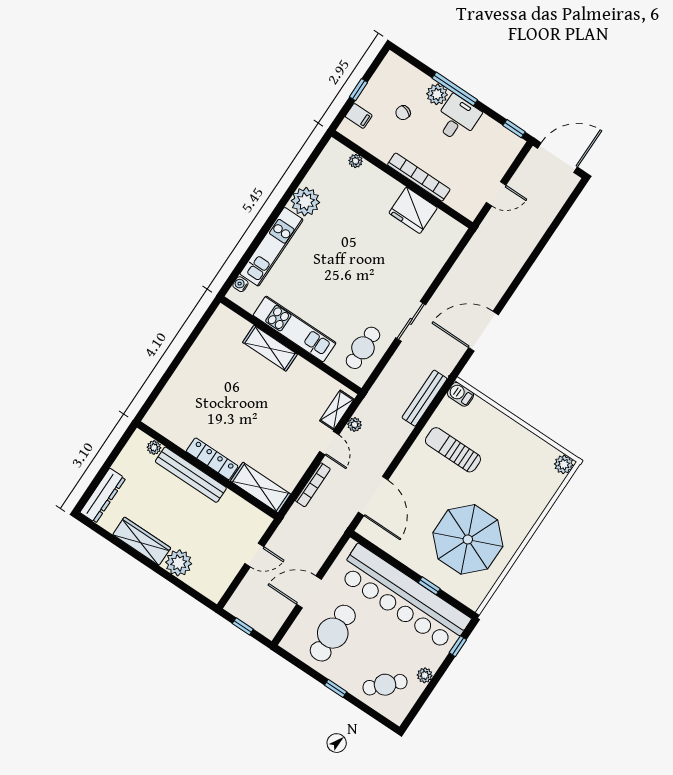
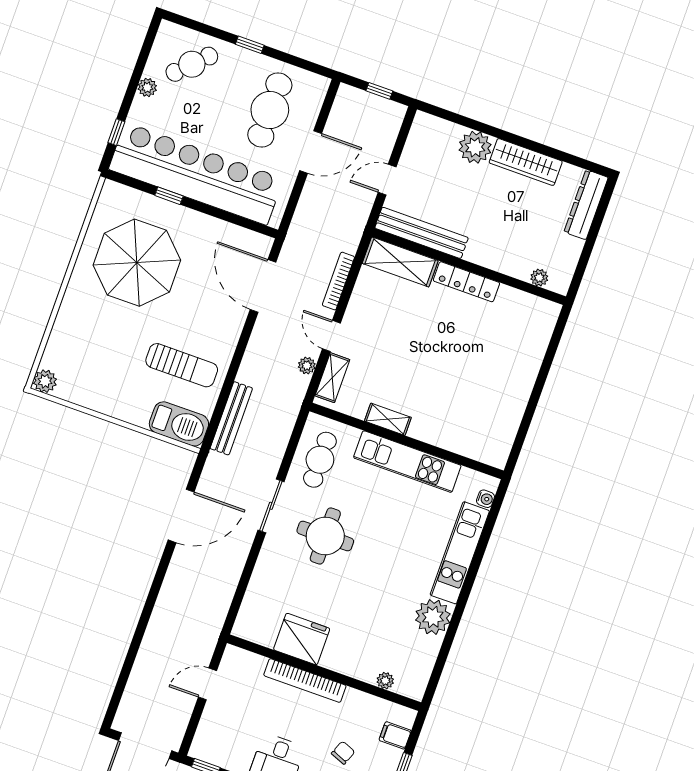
round table: (374, 287) -> (325, 536), added
shelving: (270, 348) -> (388, 419), moved, width x0.67, depth x0.75
barbecue: (460, 394) -> (179, 424), width x1.88, depth x1.53
bench: (191, 475) -> (422, 233), moved

